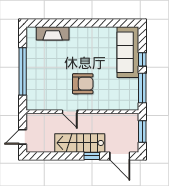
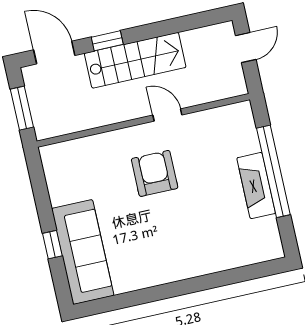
fireplace: (53, 33) -> (256, 186), moved, turned -90
armchair: (83, 84) -> (155, 173), turned 90
window: (142, 88) -> (40, 190), removed

